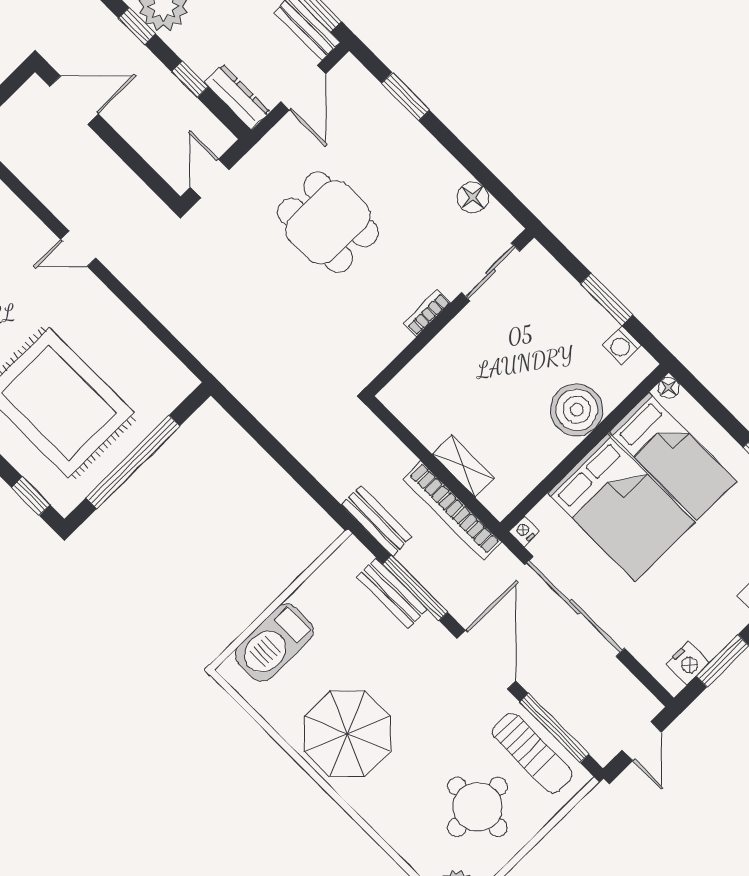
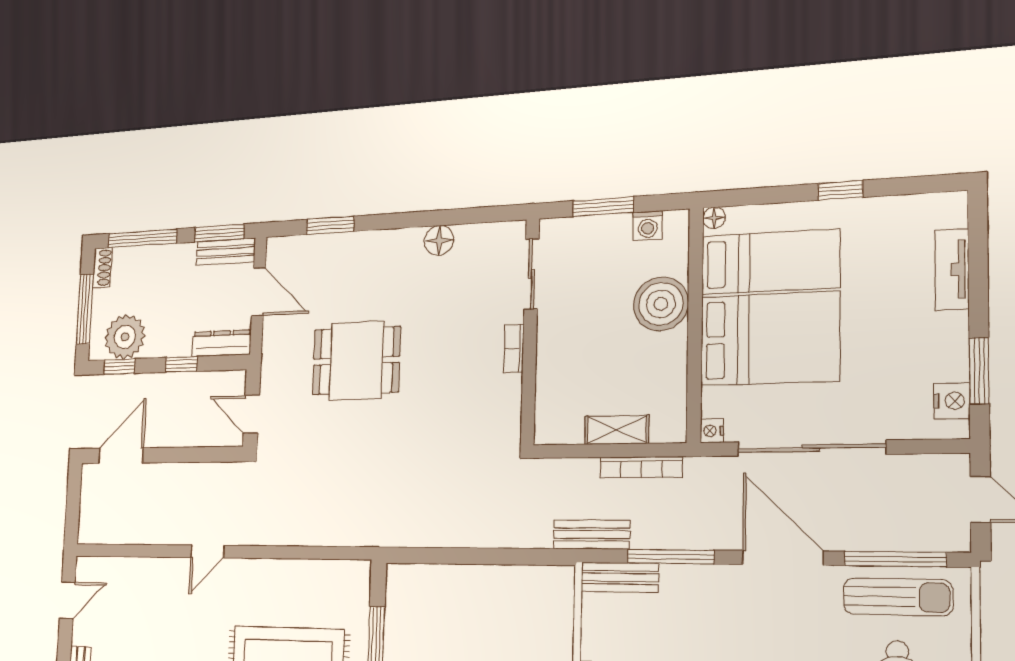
sliding door: (491, 272) -> (532, 274), moved
wall: (450, 312) -> (530, 331), moved
bookcase: (427, 313) -> (514, 349), moved
bookcase: (452, 510) -> (641, 467), width x0.68, depth x0.76
bench: (392, 593) -> (620, 577), moved

